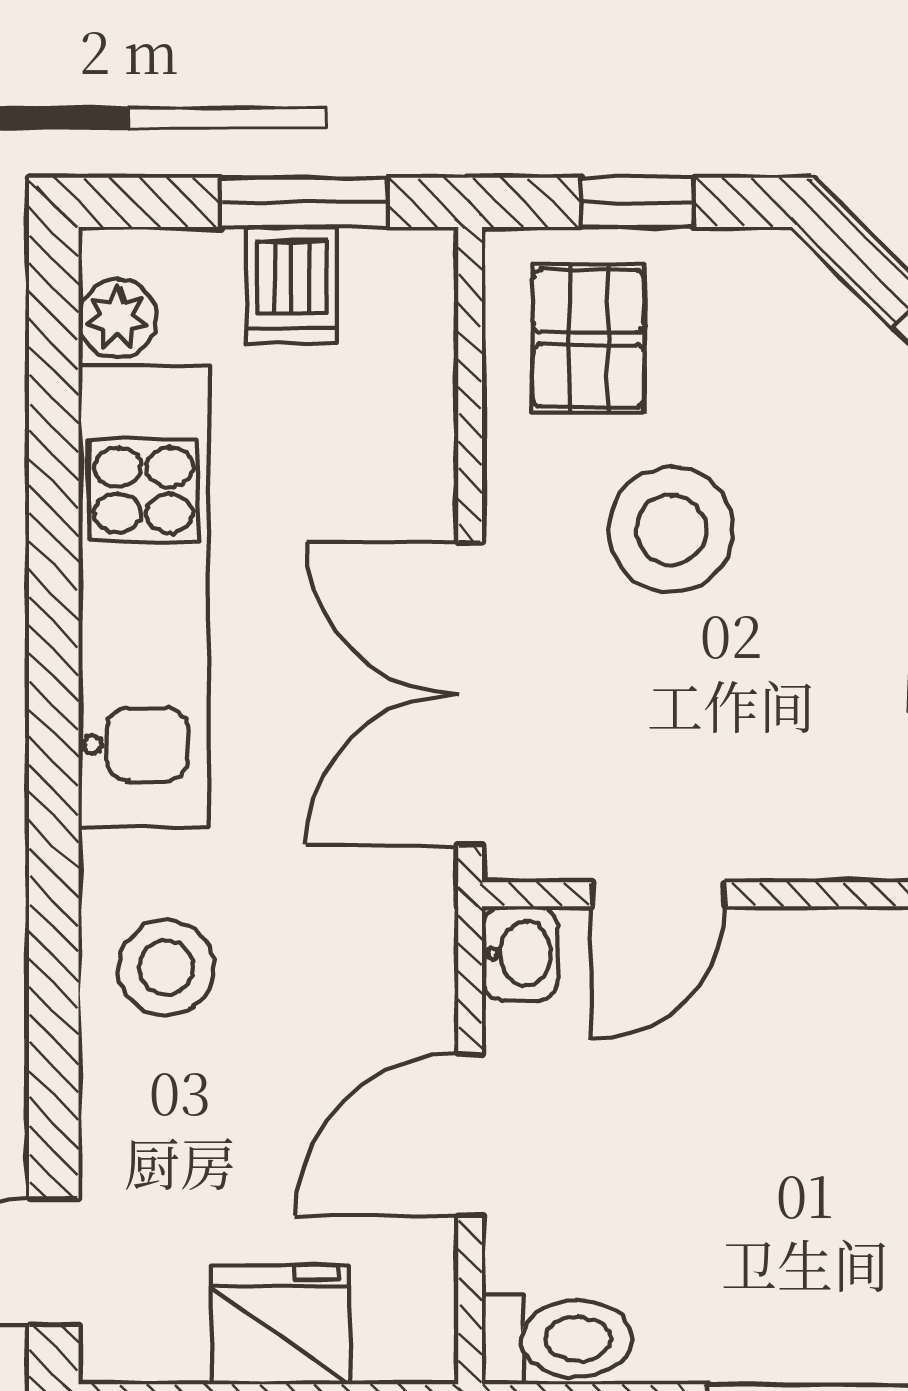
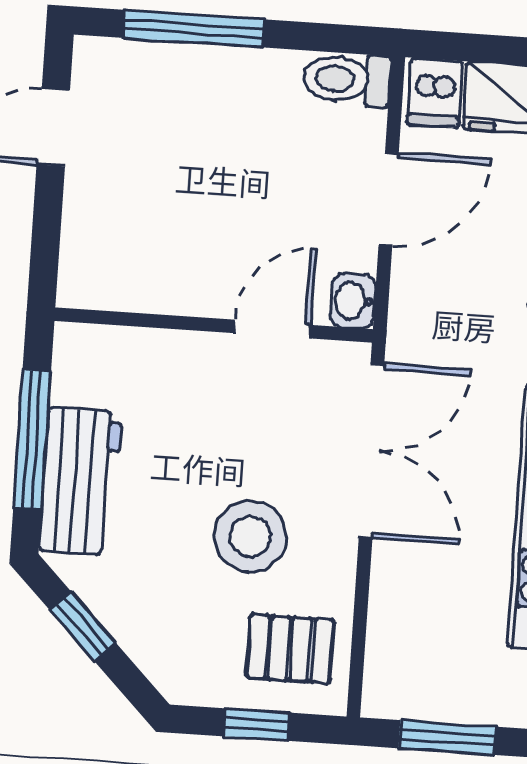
dishwasher: (291, 285) -> (435, 93), moved, turned 180
pallet: (589, 339) -> (290, 649), turned 90

